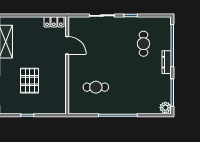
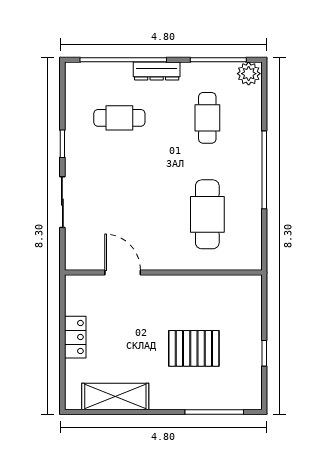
locker: (54, 22) -> (75, 337), moved
door: (67, 45) -> (123, 272), hinge flipped
cafe table: (96, 87) -> (207, 214), width x1.37, depth x1.35
cafe table: (143, 87) -> (207, 118), added

